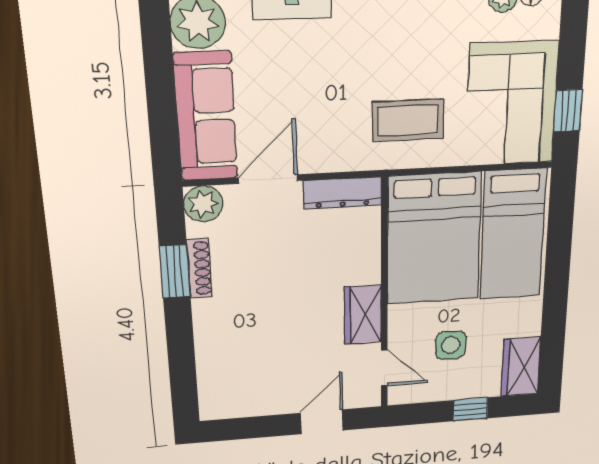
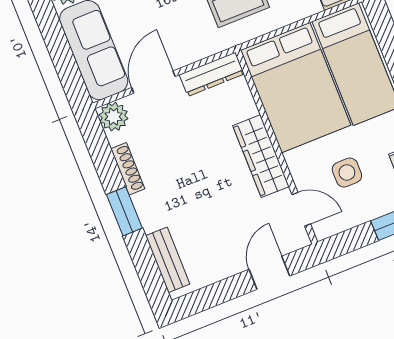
window: (175, 271) -> (124, 211), moved
wardrobe: (363, 315) -> (261, 156), width x1.50
bench: (211, 379) -> (168, 260), added

